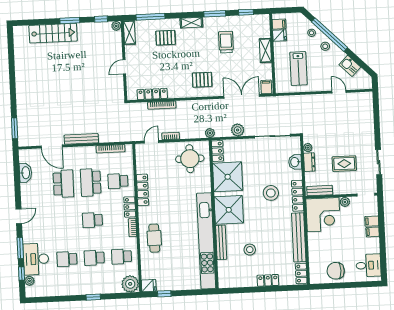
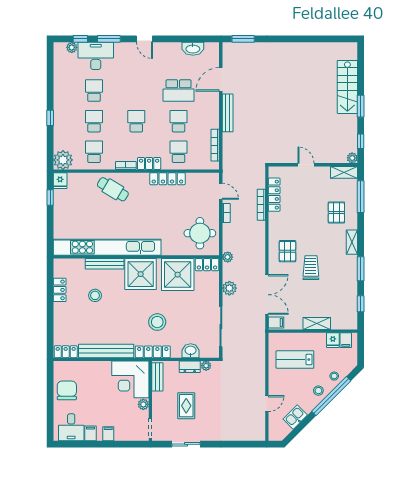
trolley: (226, 42) -> (311, 268), moved, turned -90
school desk: (91, 182) -> (179, 121), width x0.54
filing cabinet: (372, 221) -> (91, 433), moved
cafe table: (154, 238) -> (113, 189), turned 31
locker: (268, 280) -> (60, 290), moved

